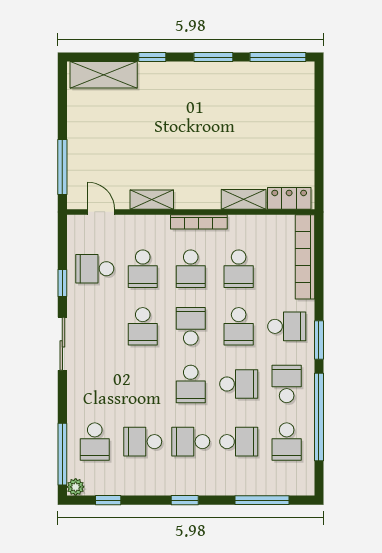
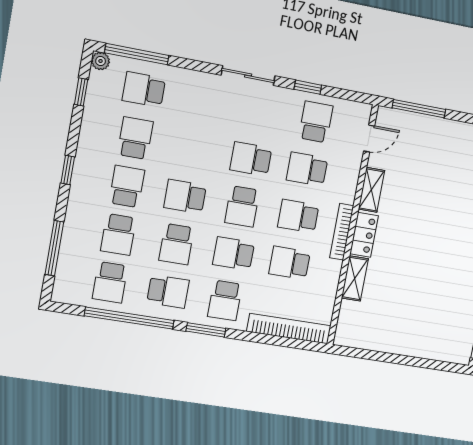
locker: (289, 198) -> (364, 235), moved
school desk: (191, 326) -> (242, 206), turned 90
school desk: (287, 442) -> (110, 282), turned -90

